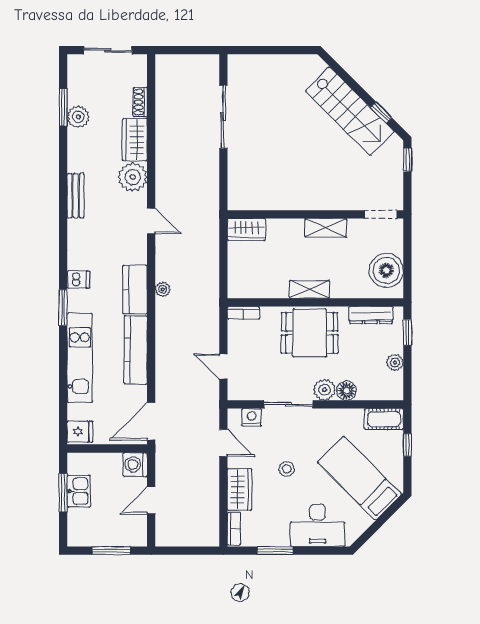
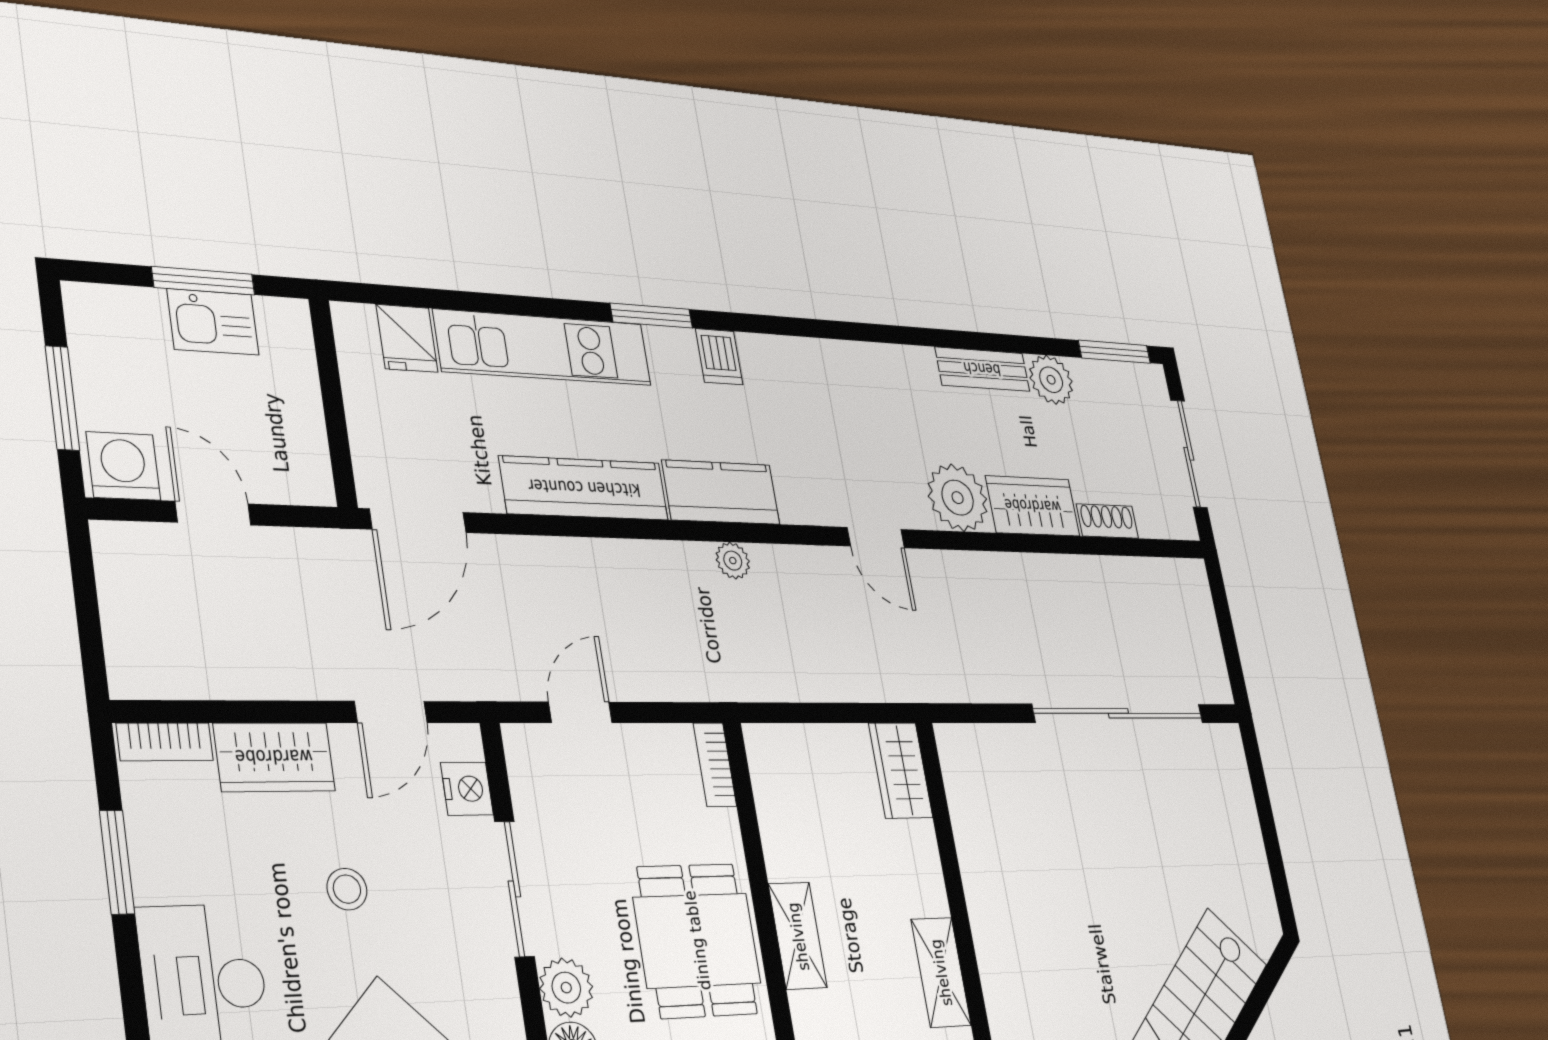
window: (63, 107) -> (1114, 352), moved
sliding door: (223, 117) -> (1118, 713), width x1.36
bench: (76, 196) -> (982, 369), moved
door: (151, 221) -> (876, 538), hinge flipped
door: (151, 421) -> (418, 521), swing flipped
fridge: (80, 432) -> (407, 338), moved
washing machine: (135, 465) -> (123, 466), moved

